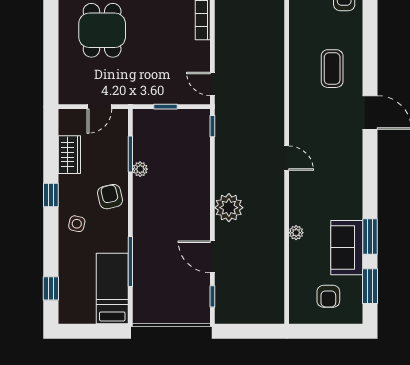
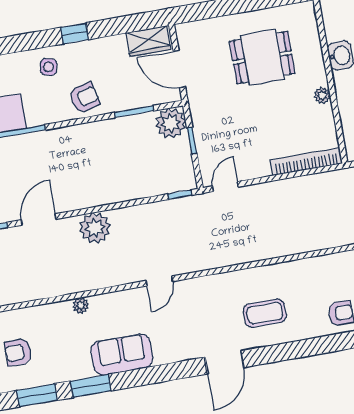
door: (99, 107) -> (179, 69), width x1.38
wardrobe: (69, 155) -> (148, 41), moved
plant: (140, 169) -> (171, 123), moved, width x1.87, depth x1.87
sofa: (347, 248) -> (122, 355), moved

